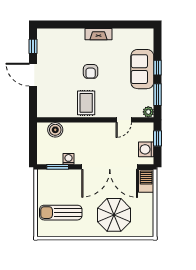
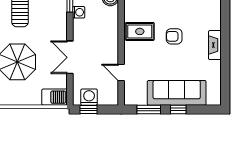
sofa: (142, 69) -> (177, 93), width x1.36
plant: (148, 112) -> (130, 99), removed
window: (158, 138) -> (88, 109), moved
double door: (110, 167) -> (70, 57), width x0.54

